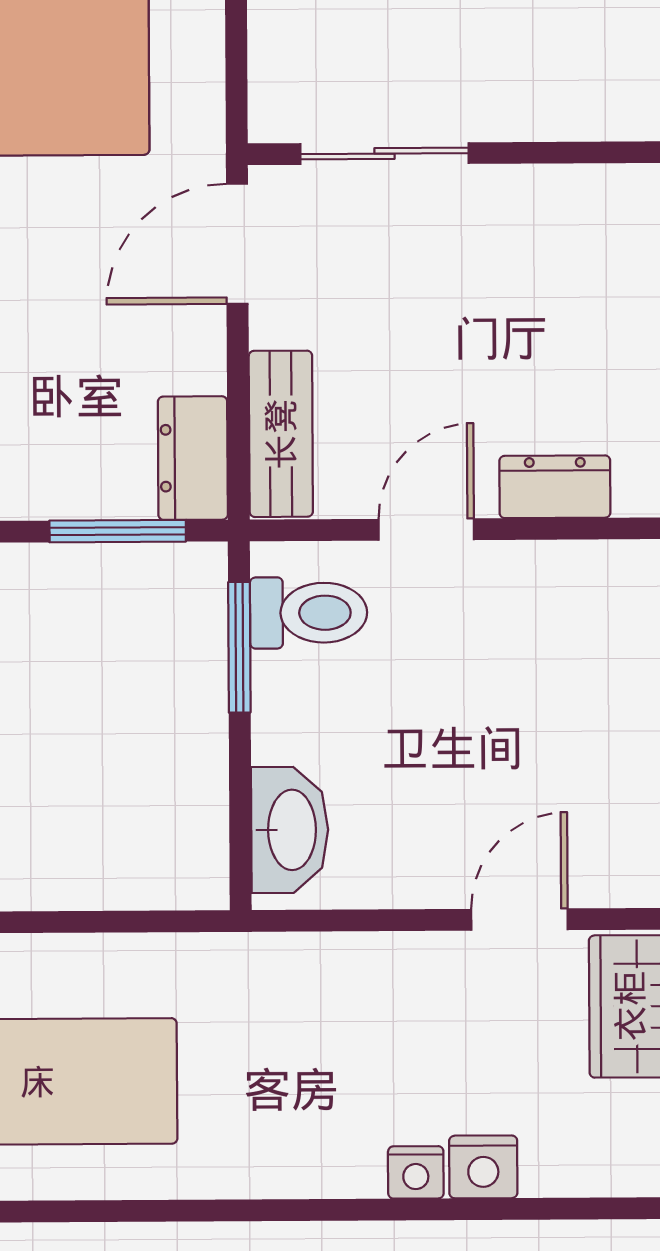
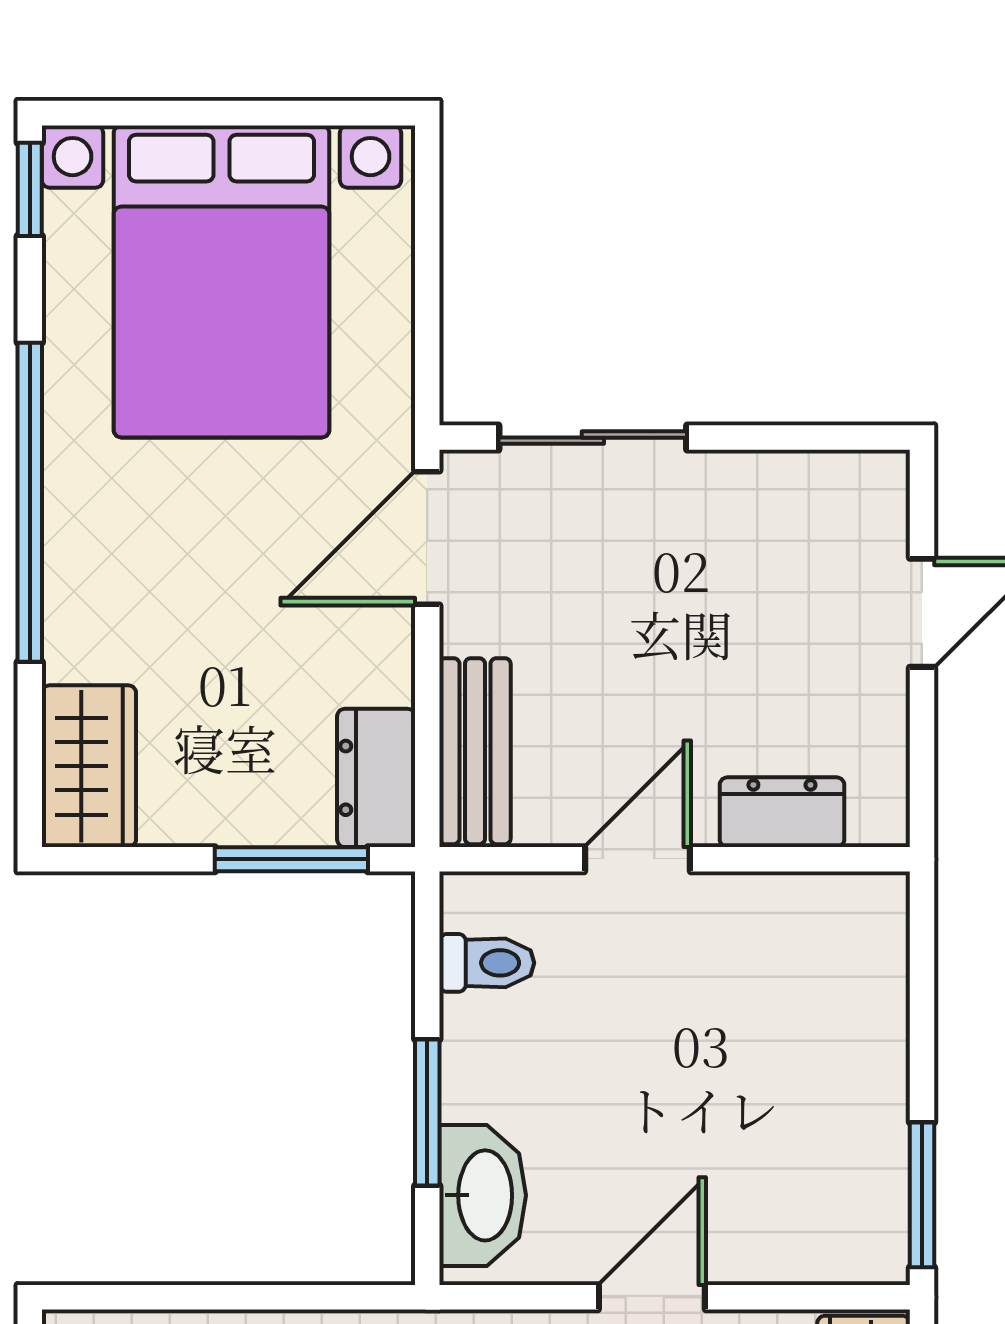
toilet: (309, 613) -> (487, 963), width x0.73, depth x0.72
window: (239, 647) -> (427, 1113), moved
door: (519, 920) -> (652, 1297), moved

